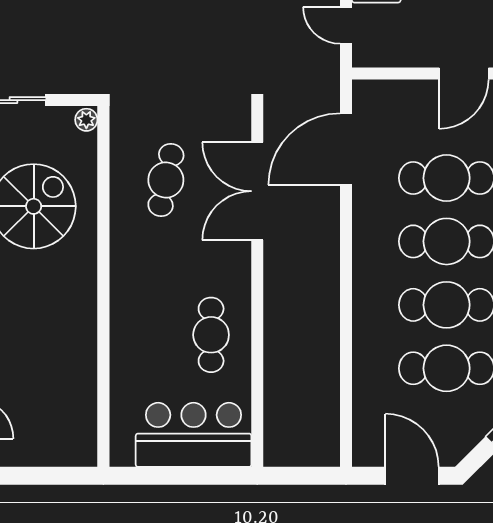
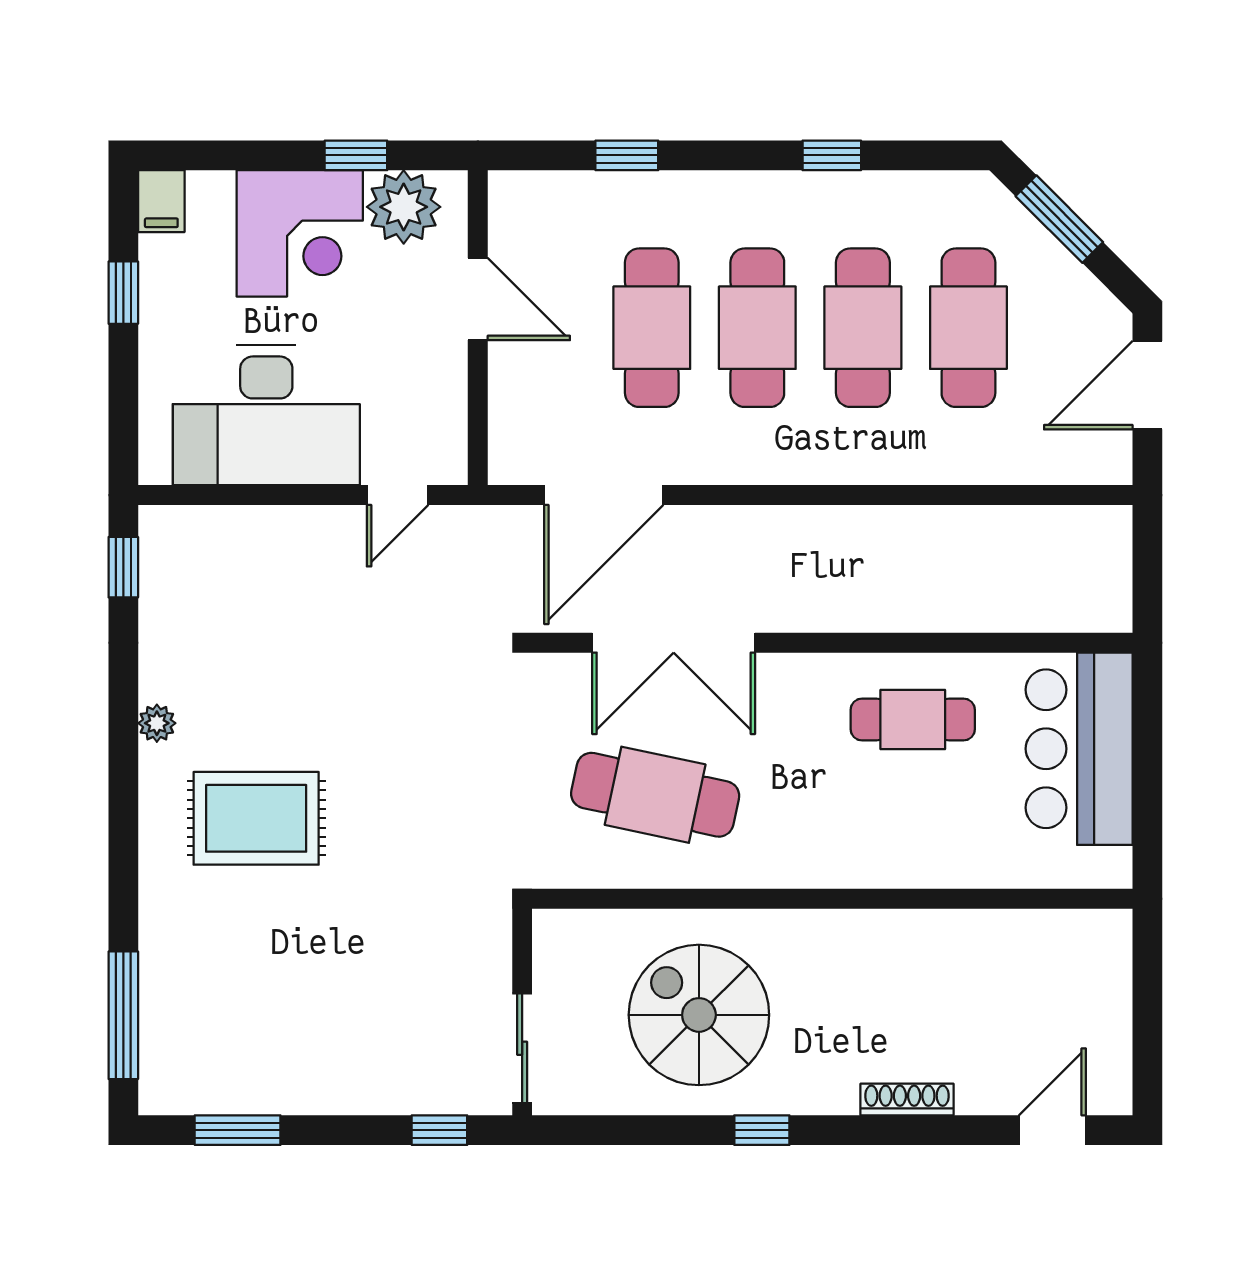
plant: (86, 120) -> (555, 927), removed
door: (346, 149) -> (604, 495), hinge flipped
cafe table: (166, 180) -> (655, 795), width x1.37, depth x1.35

